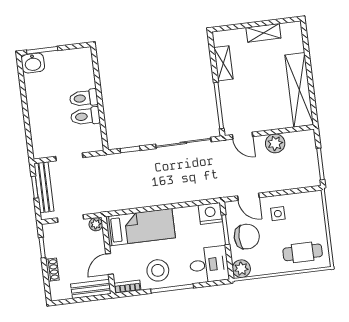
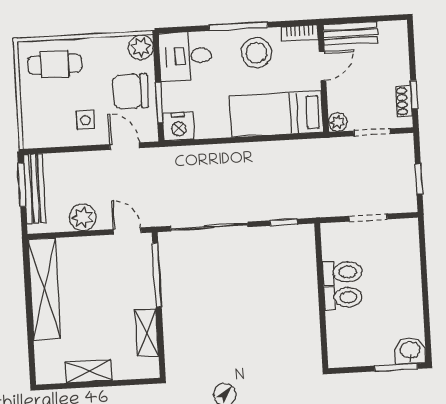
bench: (44, 187) -> (35, 189), moved
shoe rack: (52, 270) -> (404, 101), moved

